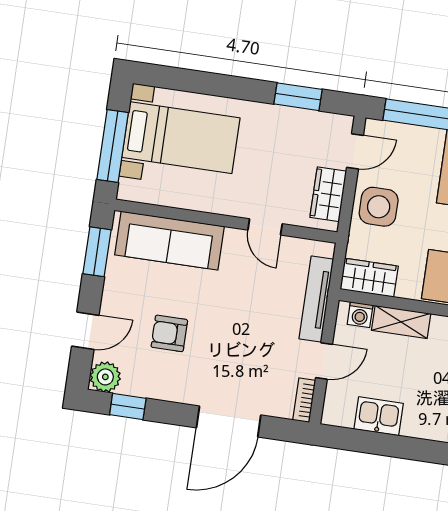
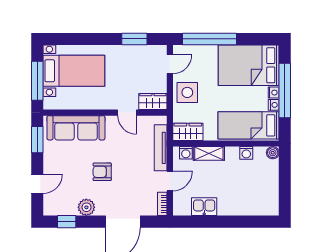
wardrobe: (328, 194) -> (153, 101), moved, turned 90
armchair: (169, 333) -> (102, 172), moved
plant: (105, 377) -> (86, 207), moved

